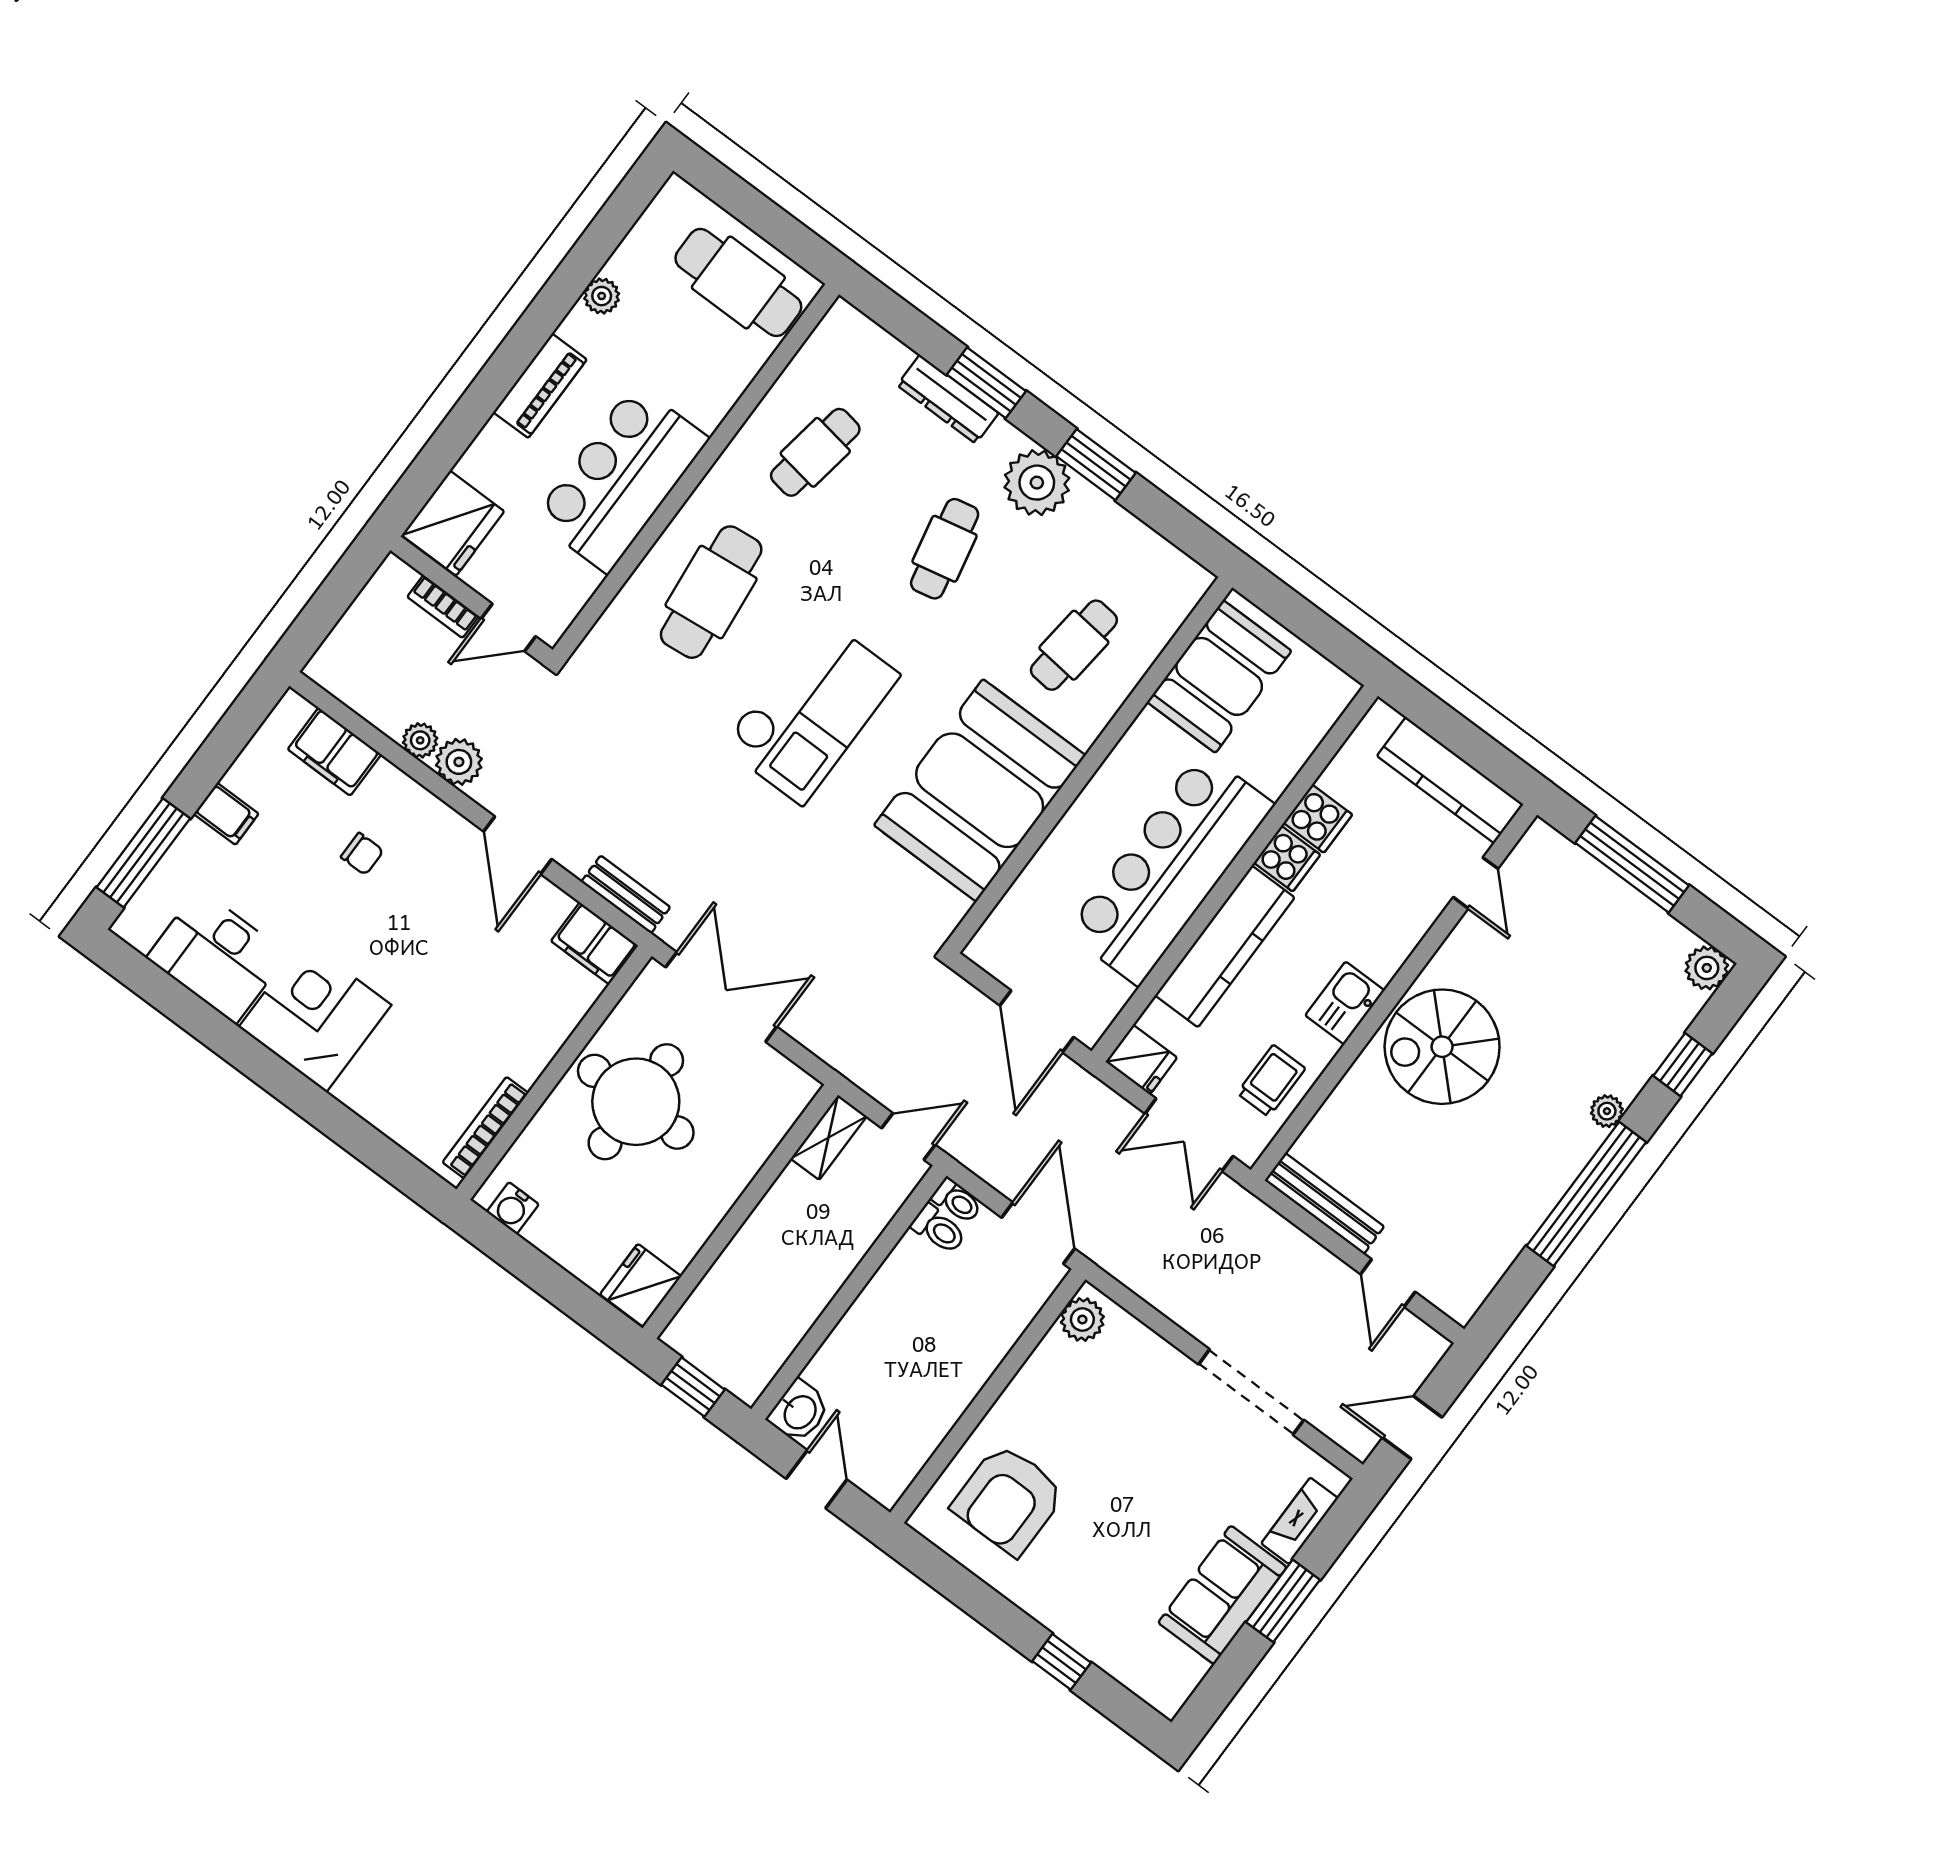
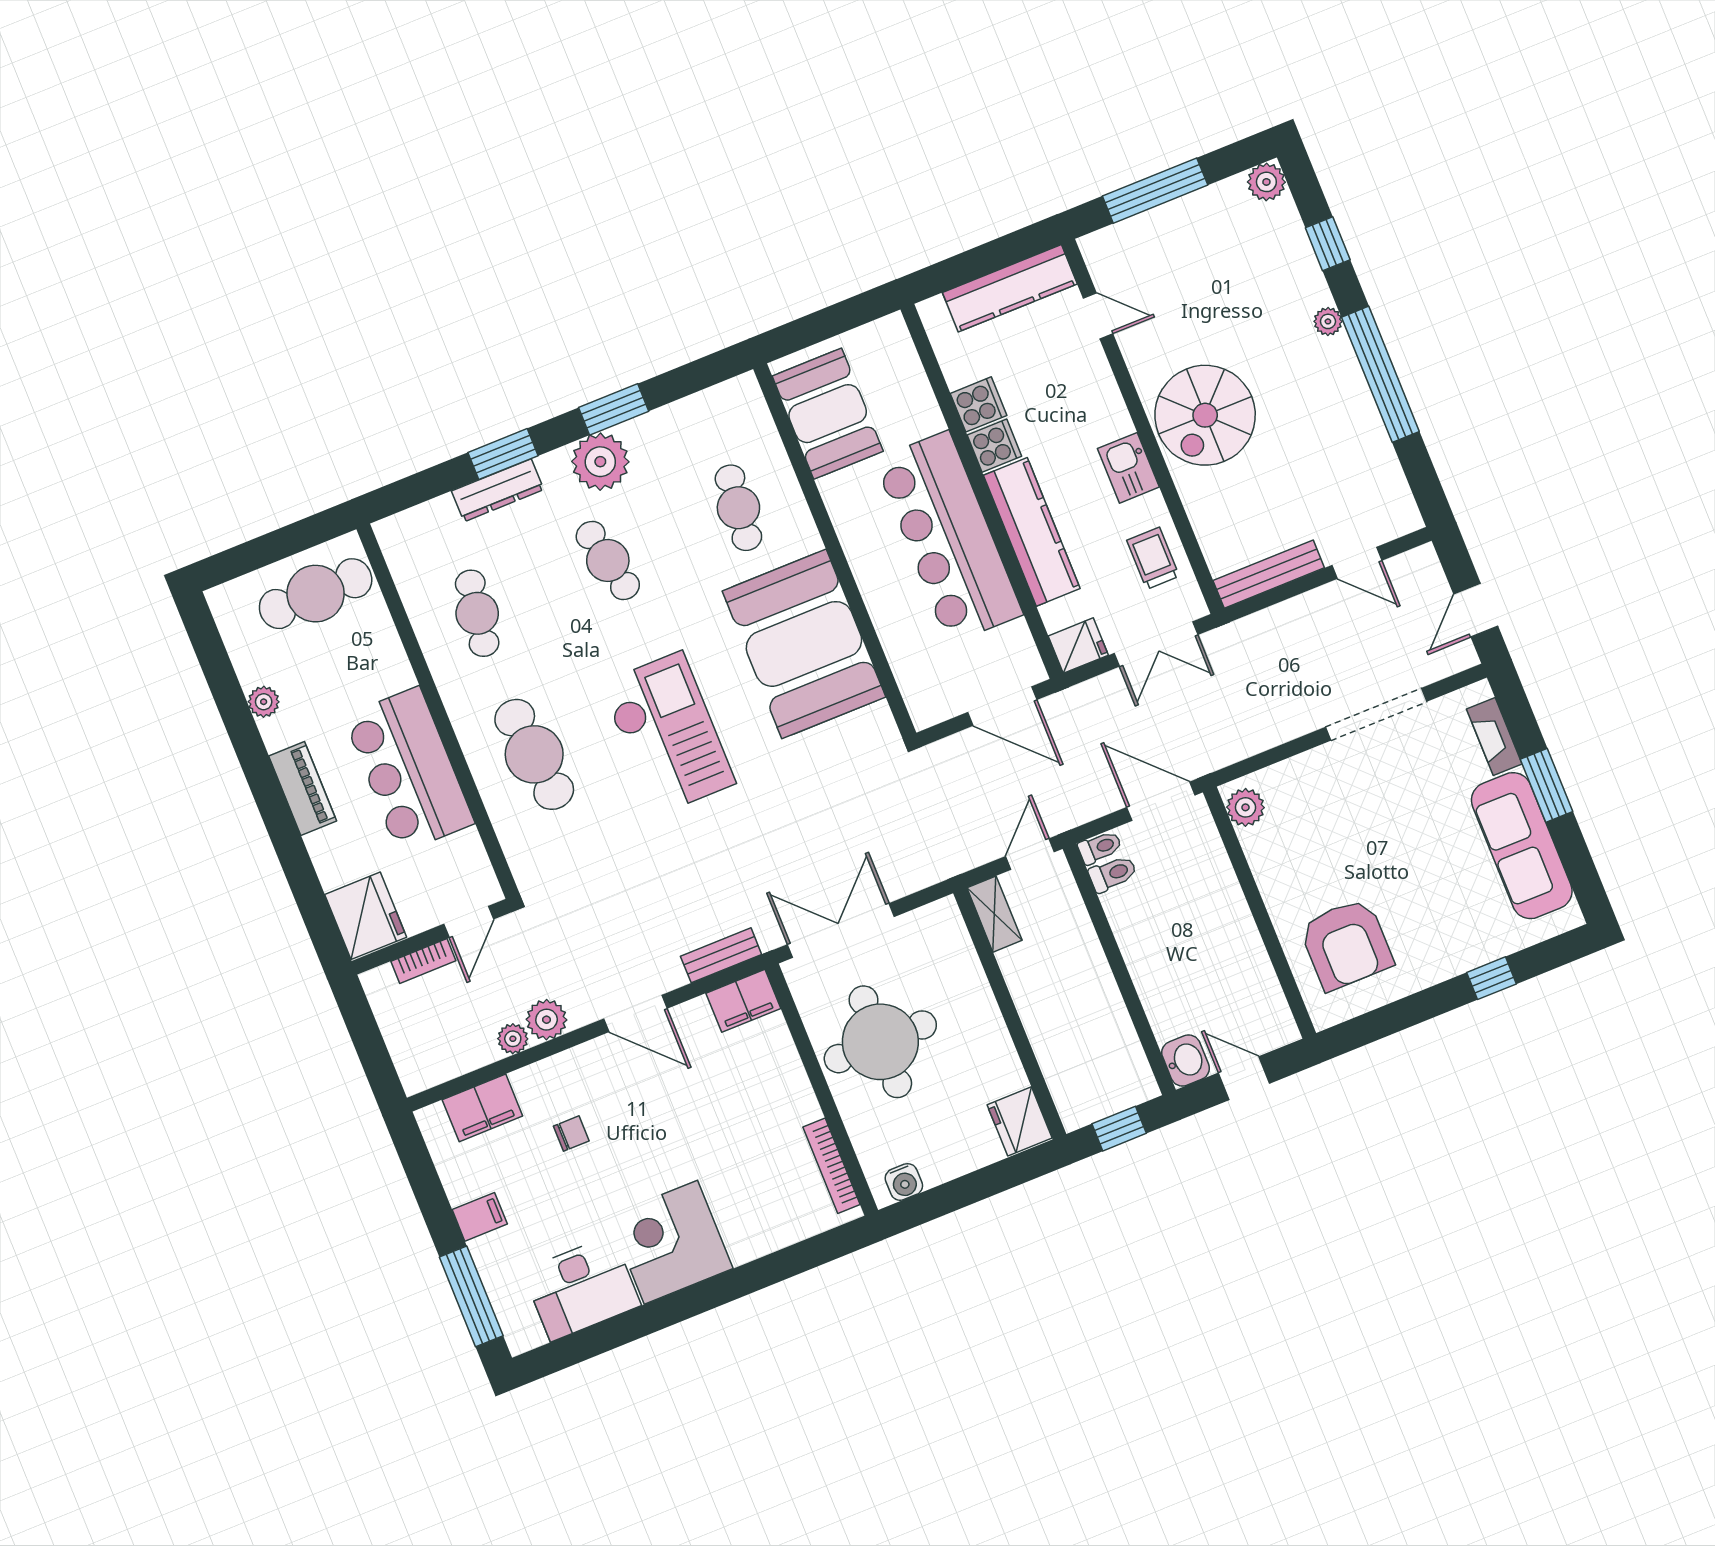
sofa: (1222, 1595) -> (1522, 846), width x1.36

